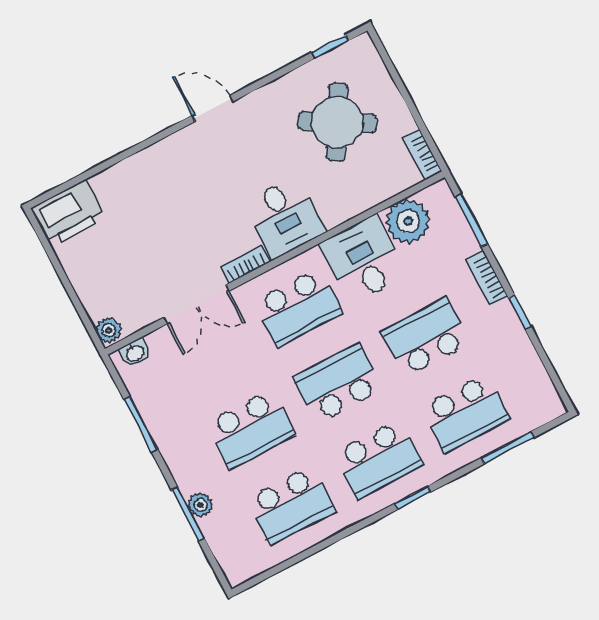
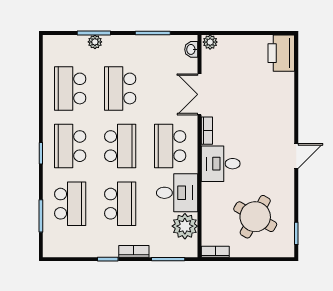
school desk: (465, 413) -> (70, 204), turned 180

